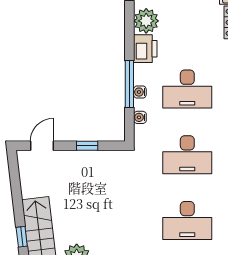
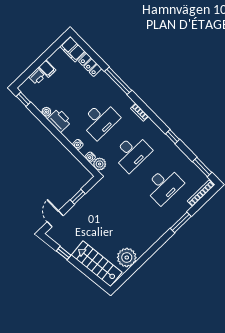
plant: (146, 21) -> (46, 112), width x0.53, depth x0.53
window: (129, 84) -> (69, 146), removed
plant: (143, 134) -> (100, 164), added
window: (22, 237) -> (64, 253), moved

